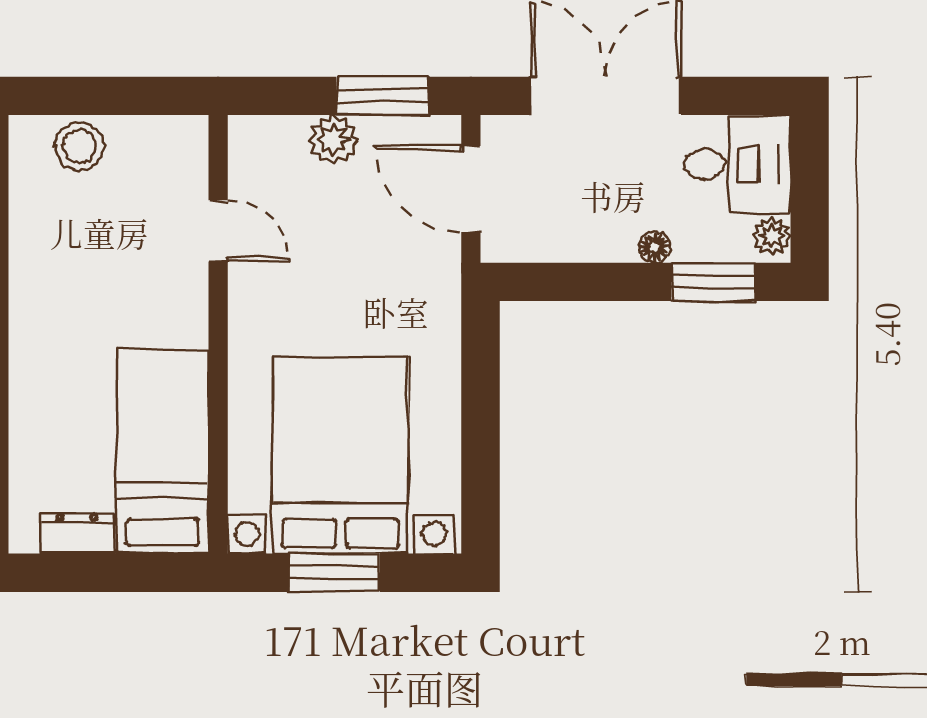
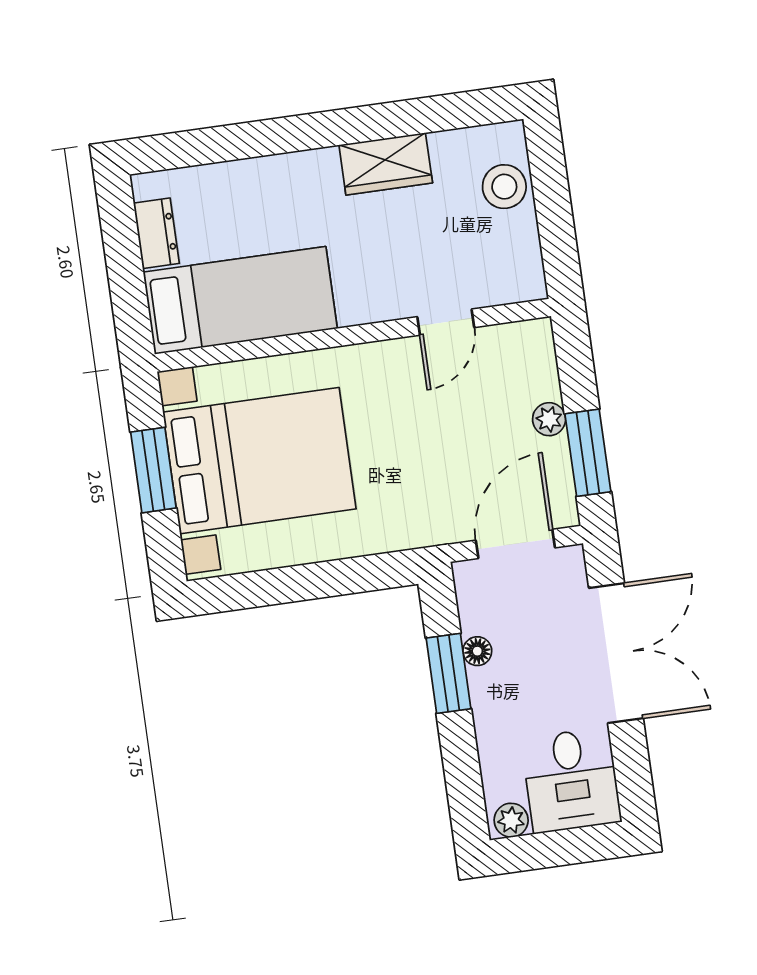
plant: (333, 140) -> (549, 419), width x0.73, depth x0.73
floor lamp: (654, 247) -> (477, 651), moved
wardrobe: (36, 272) -> (386, 164), added
window: (713, 282) -> (448, 673), moved

